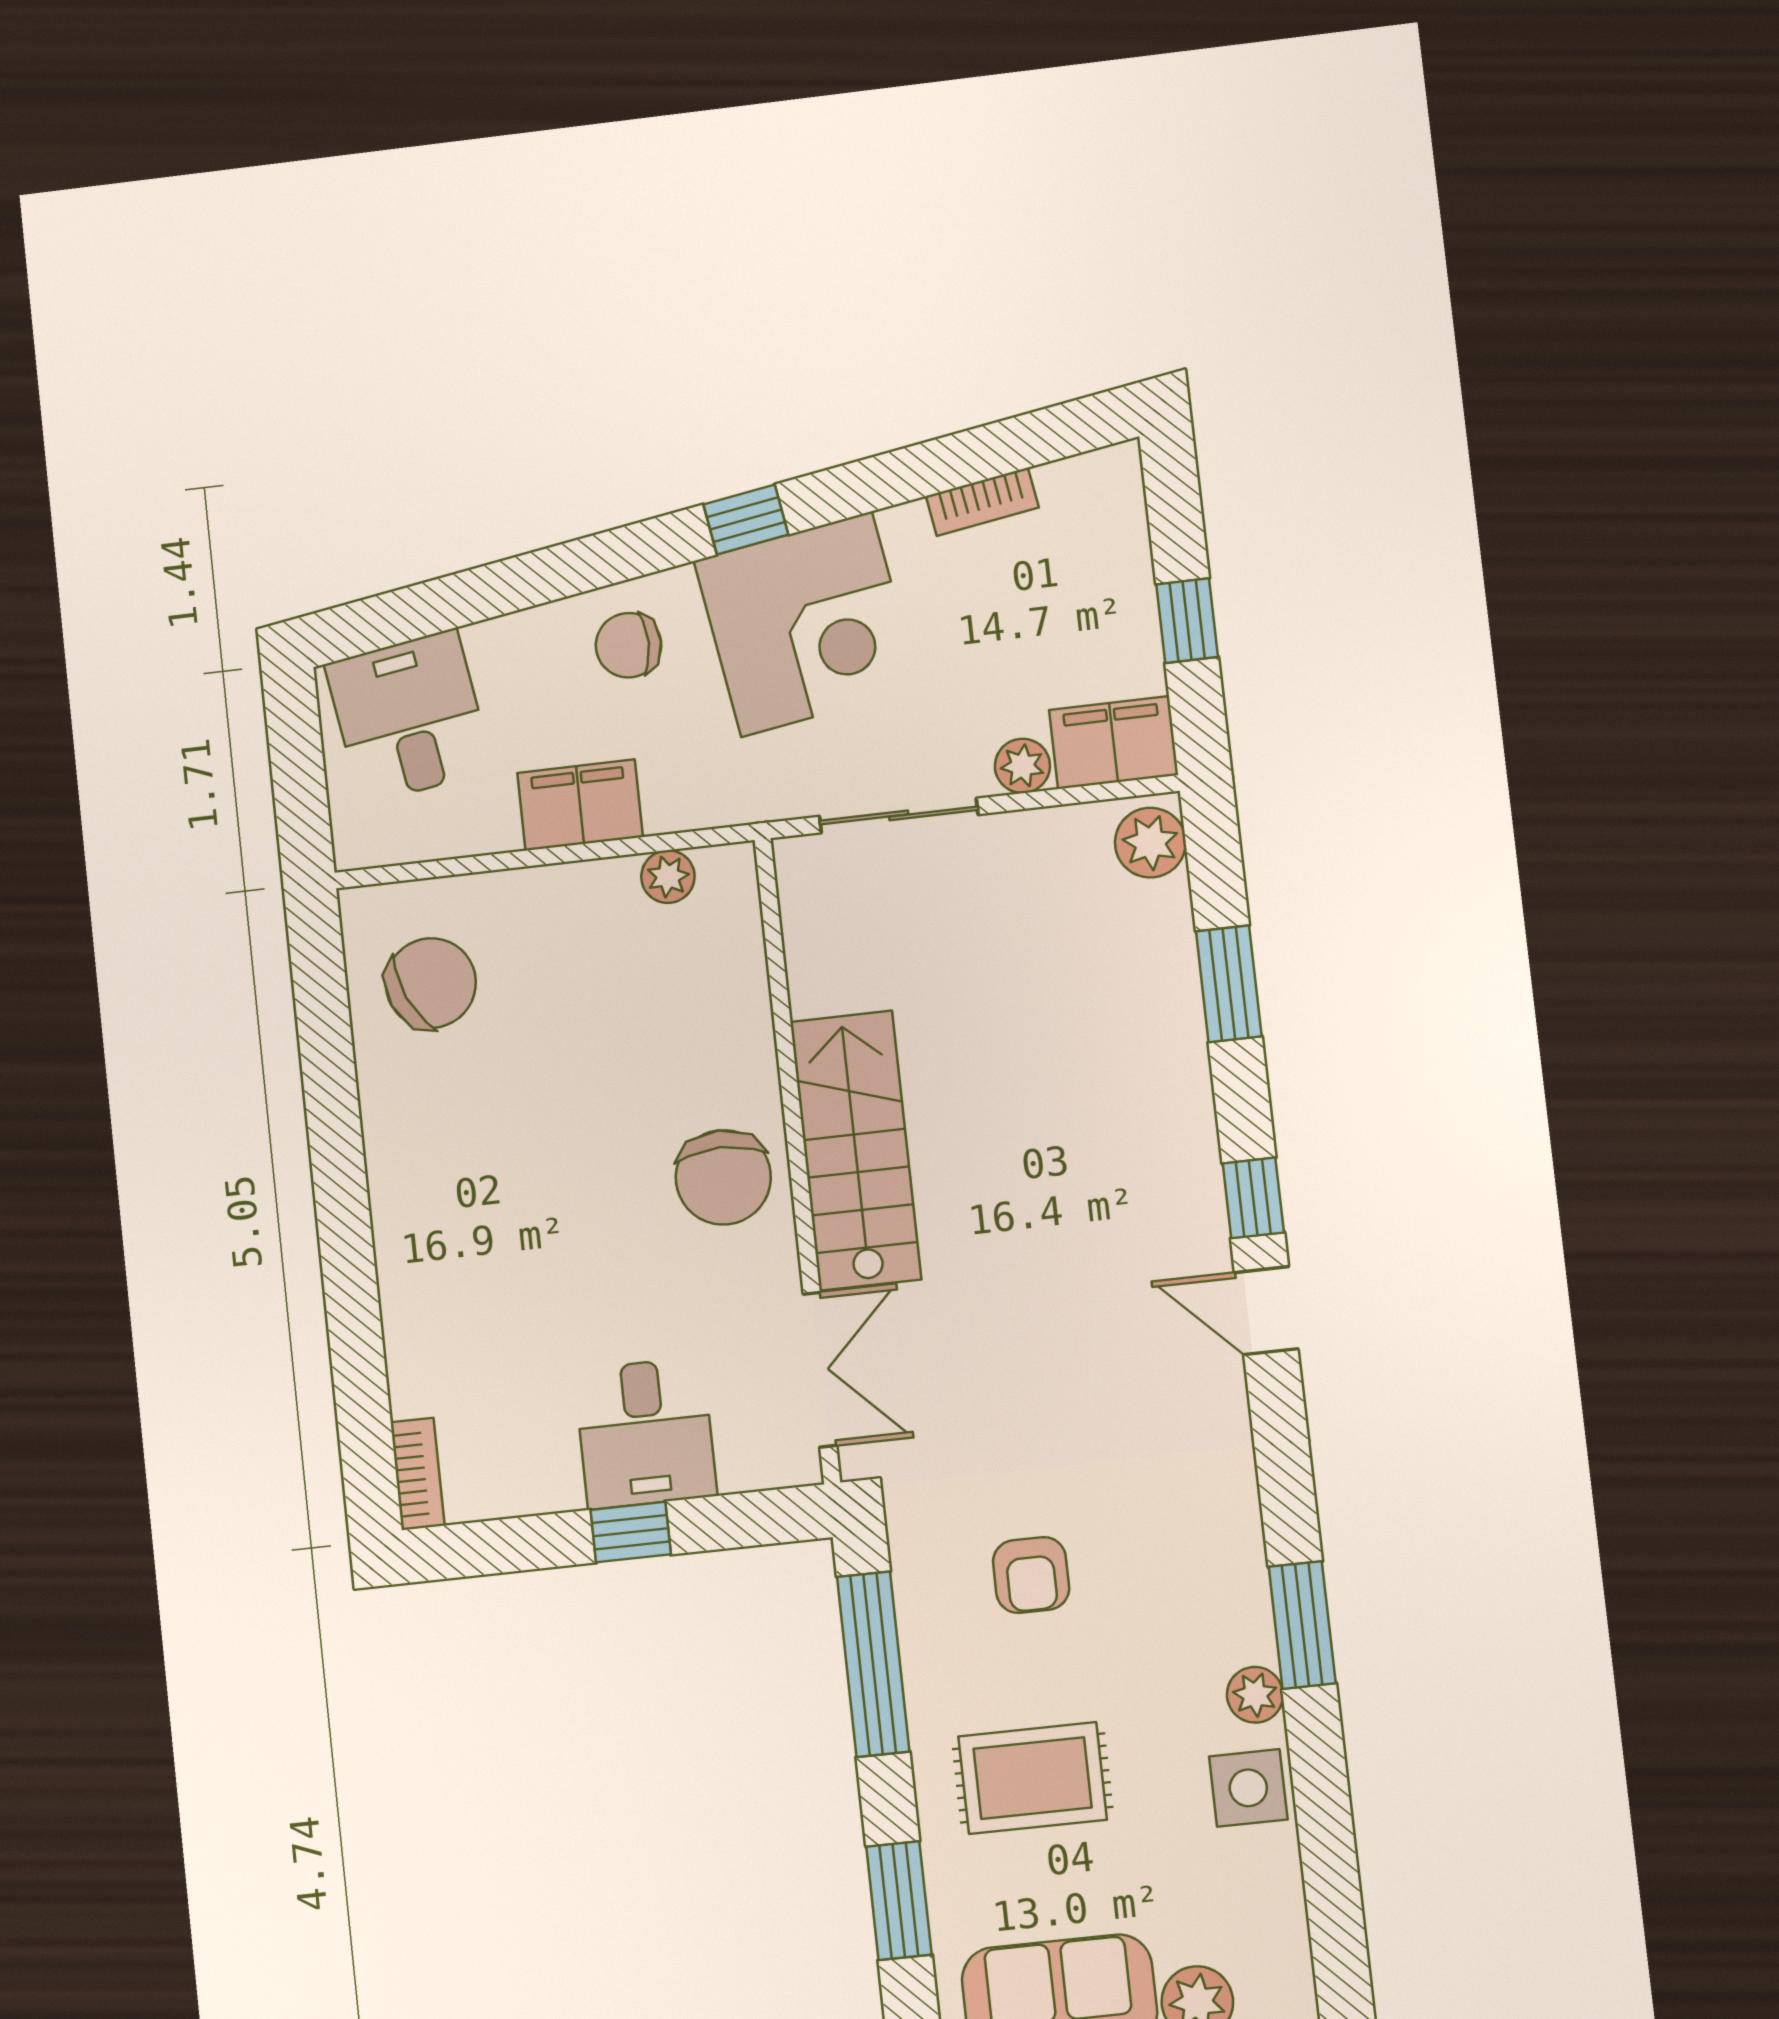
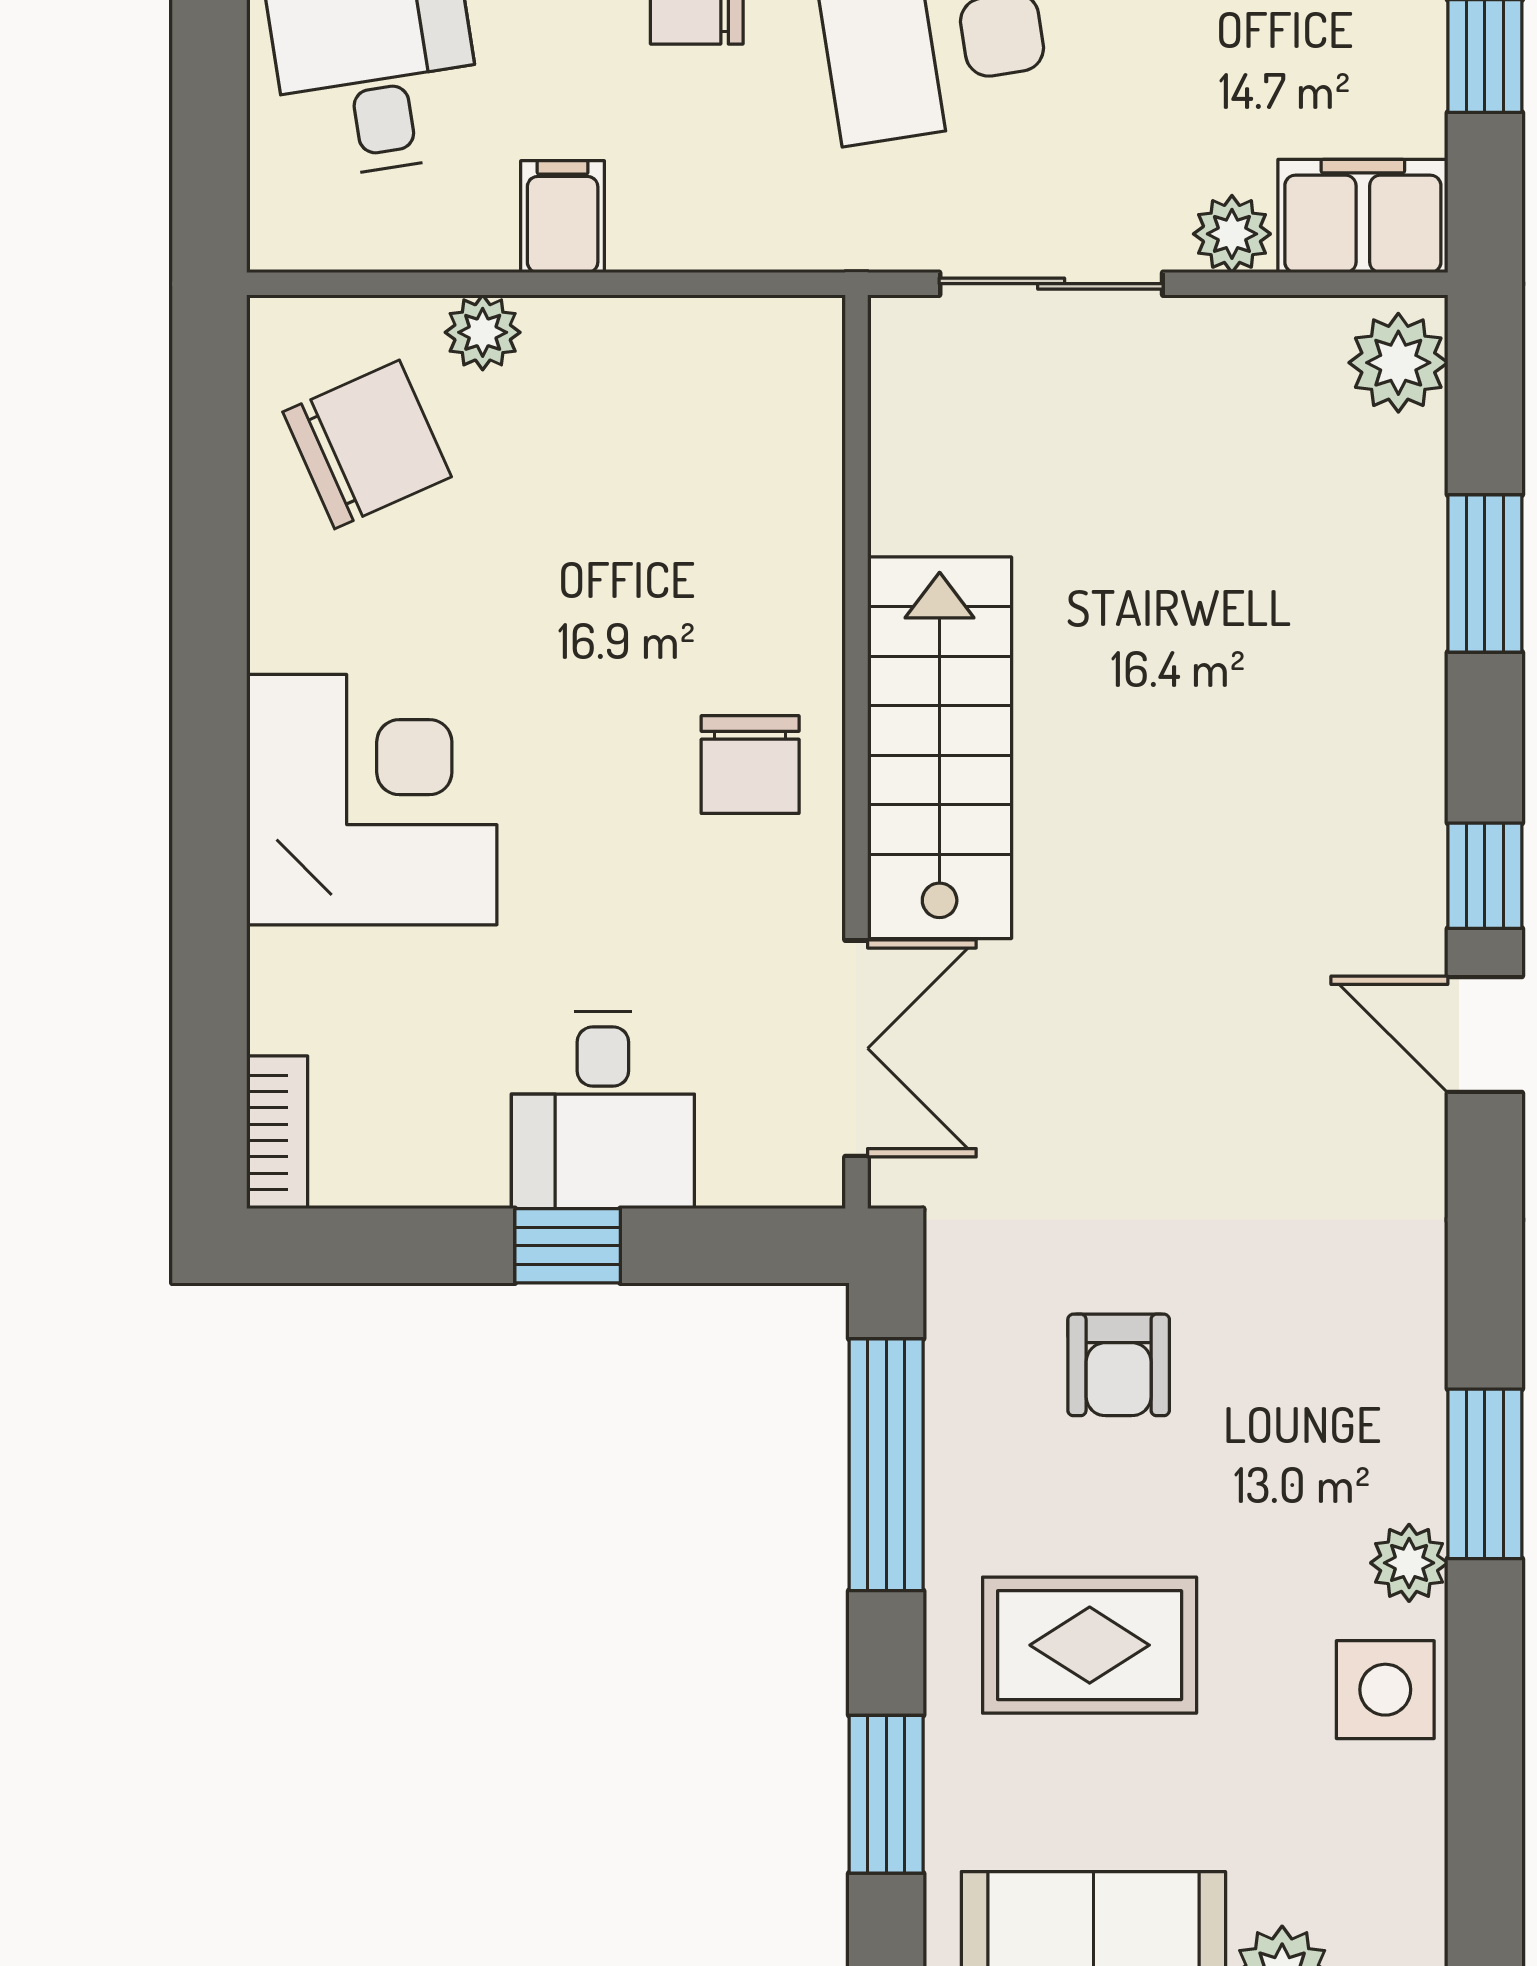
filing cabinet: (580, 805) -> (563, 217), width x0.50
plant: (668, 877) -> (483, 332), moved
chair: (723, 1177) -> (750, 765), width x0.73, depth x0.73
corner desk: (460, 1232) -> (372, 800), added

